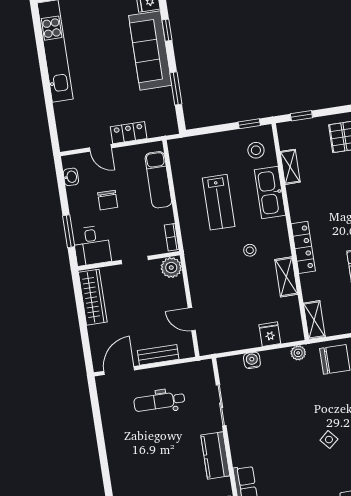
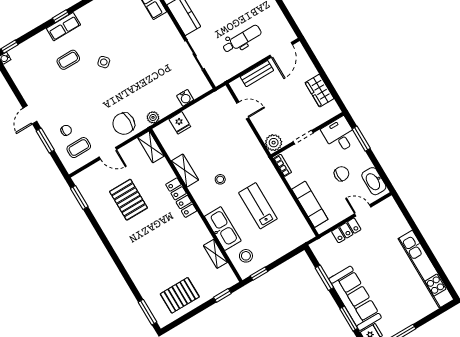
window: (167, 30) -> (349, 319), width x1.50
washbasin: (71, 177) -> (374, 181), width x1.91, depth x1.45
chair: (108, 200) -> (341, 174), turned 90
wardrobe: (93, 297) -> (319, 91), width x0.67

